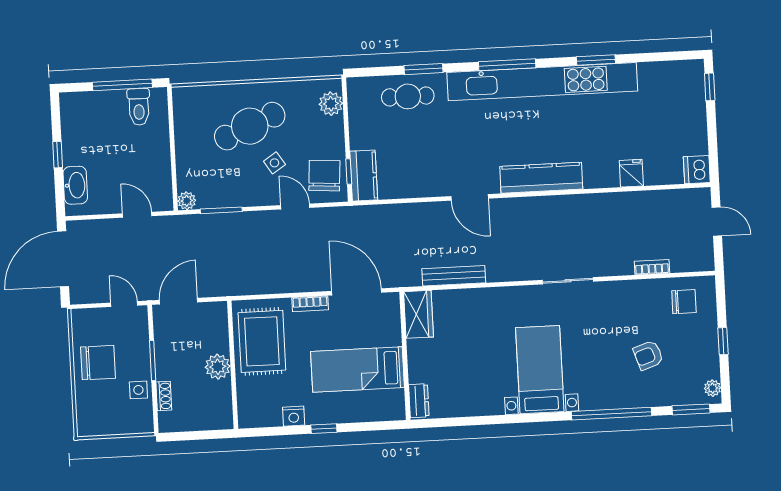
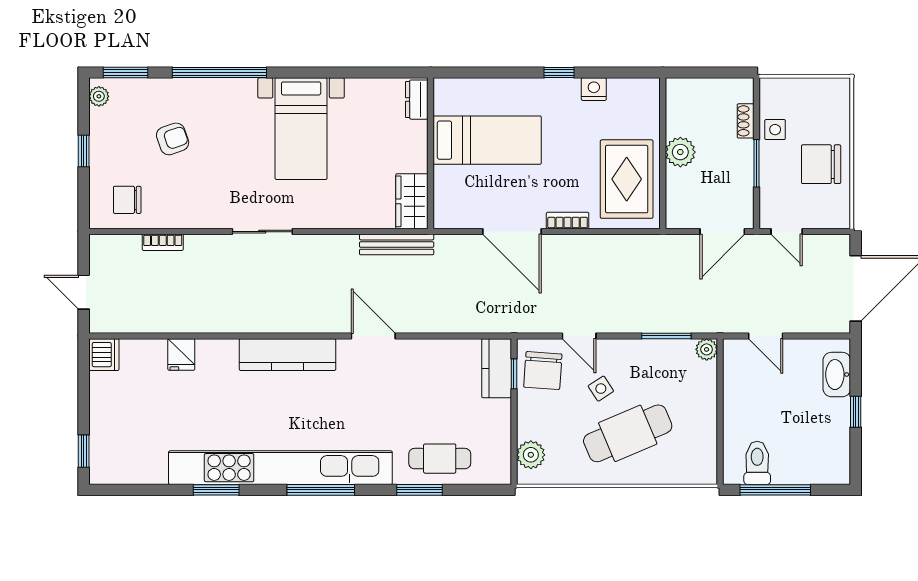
wardrobe: (418, 314) -> (412, 201), moved
wall: (405, 356) -> (431, 153), moved
bed: (357, 369) -> (487, 140), moved
dresser: (419, 401) -> (417, 100), moved

